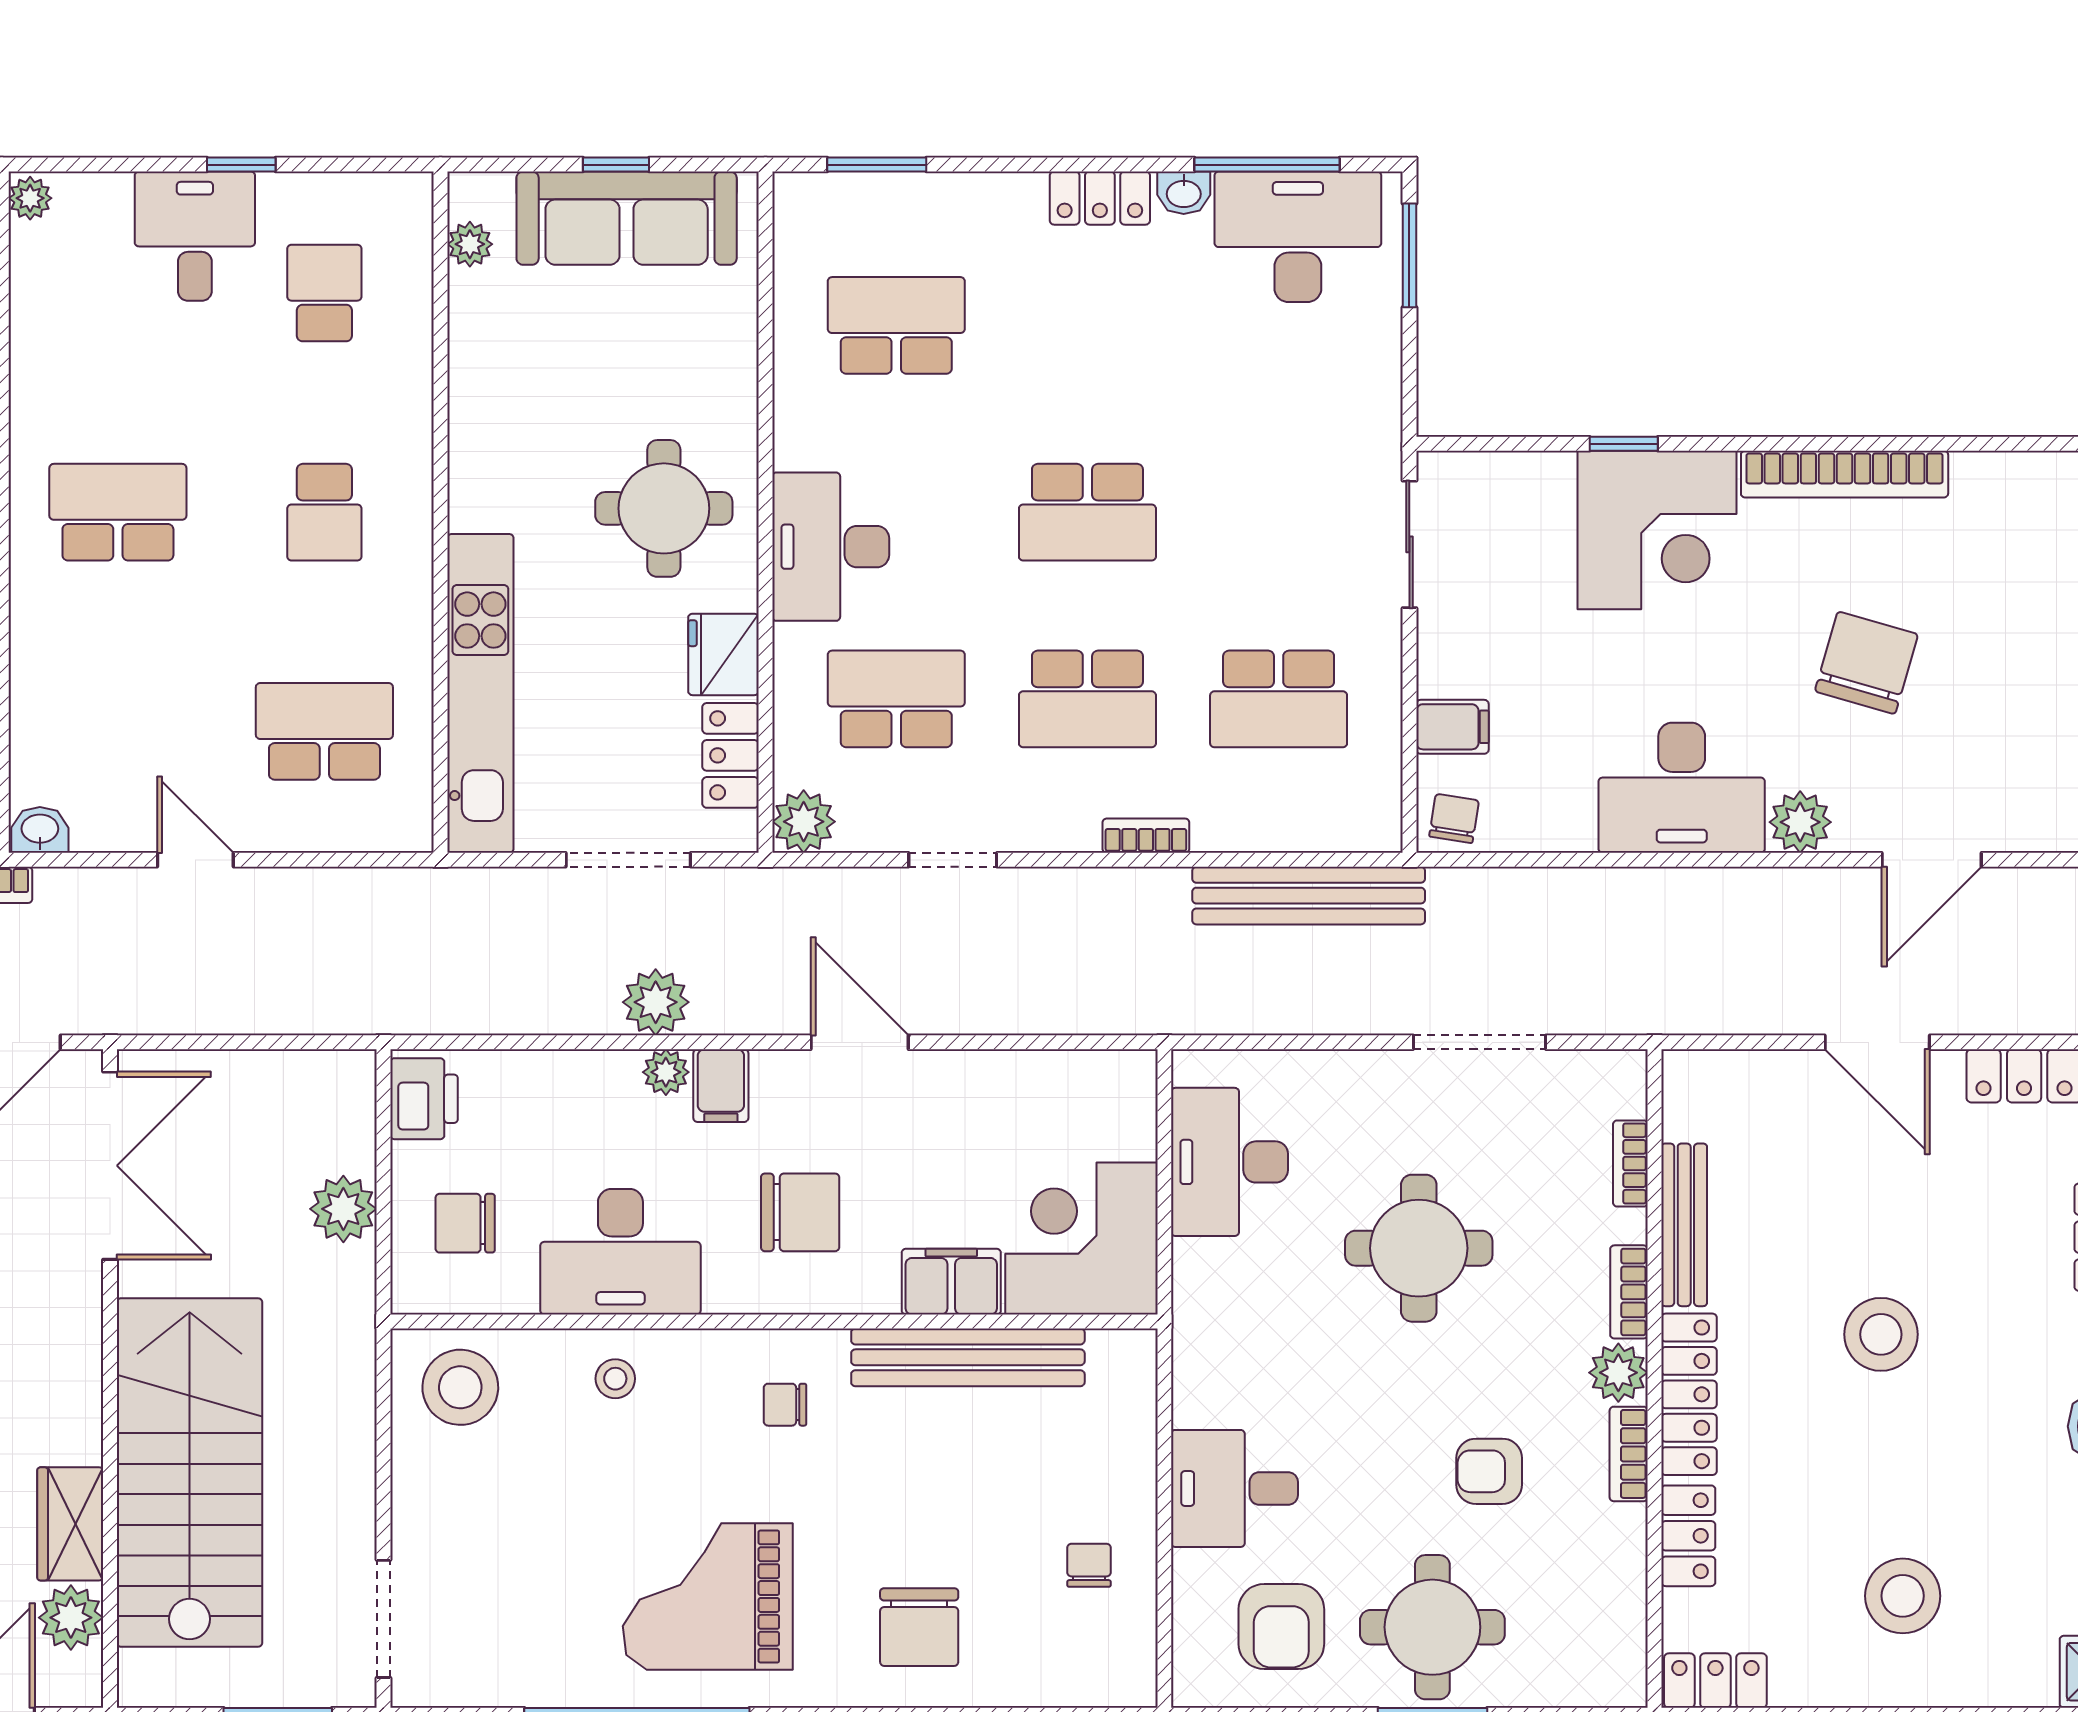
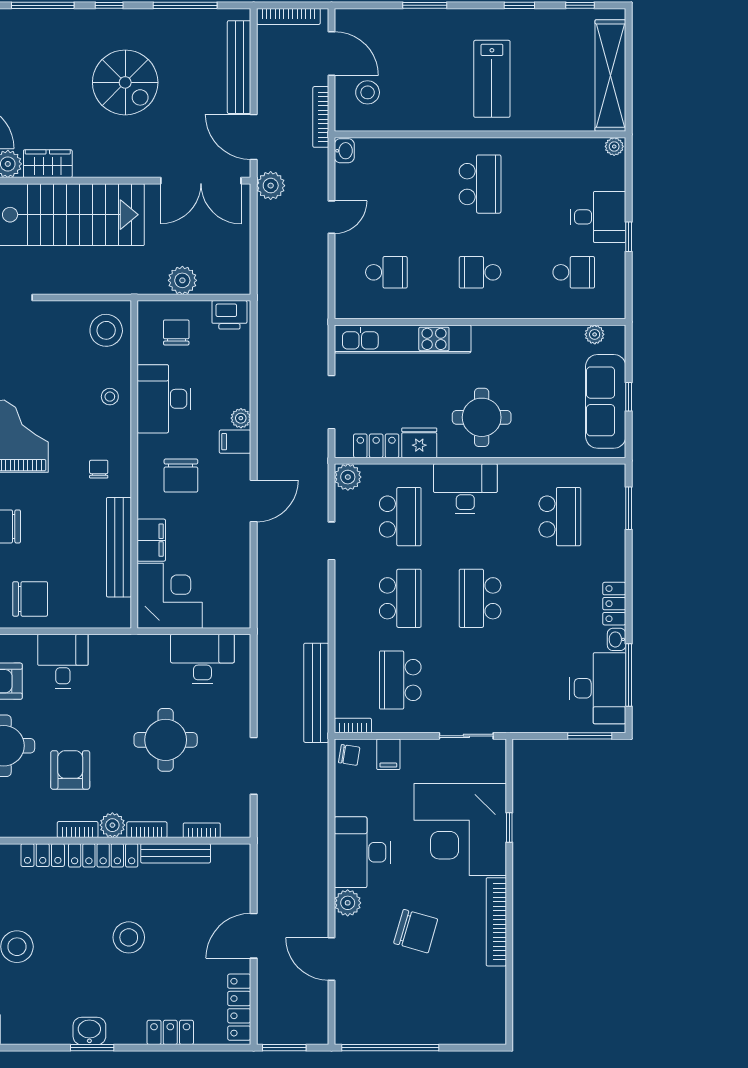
corner desk: (1657, 530) -> (460, 830), width x1.36, depth x1.36
school desk: (1087, 699) -> (400, 598), turned 180
school desk: (324, 731) -> (386, 272), width x0.54
bookcase: (1146, 836) -> (353, 726), moved, turned -90
plant: (656, 1002) -> (271, 186), moved
armchair: (1489, 1471) -> (70, 770), width x1.38, depth x1.38
chair: (1089, 1565) -> (30, 599), width x1.87, depth x1.87

